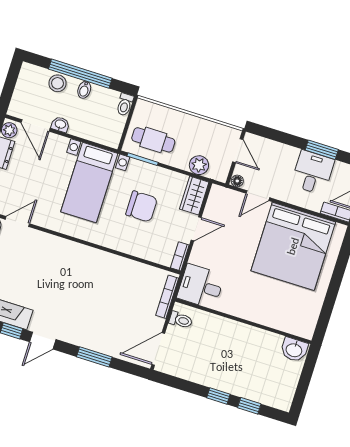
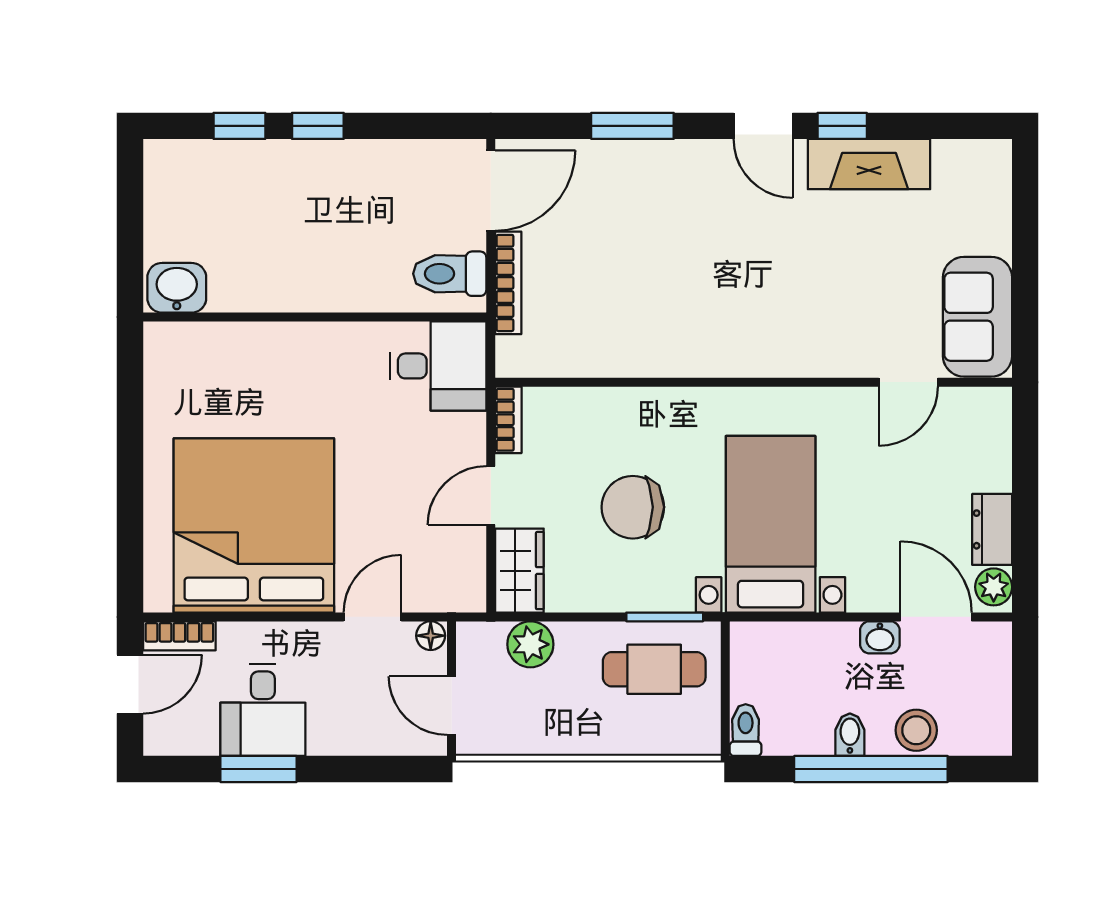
bookcase: (167, 297) -> (508, 283), moved
toilet: (181, 320) -> (450, 274), width x1.37, depth x1.39
door: (43, 341) -> (763, 126), swing flipped

